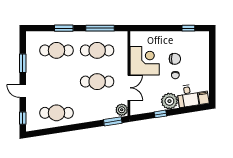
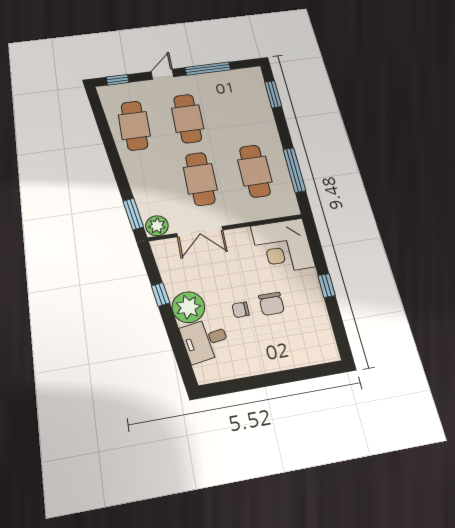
window: (64, 28) -> (273, 94), moved
window: (188, 28) -> (327, 285), moved
cafe table: (56, 50) -> (188, 118), moved
corner desk: (145, 61) -> (283, 246), moved, turned 90
window: (23, 63) -> (208, 69), width x1.44
filing cabinet: (203, 98) -> (207, 372), removed

